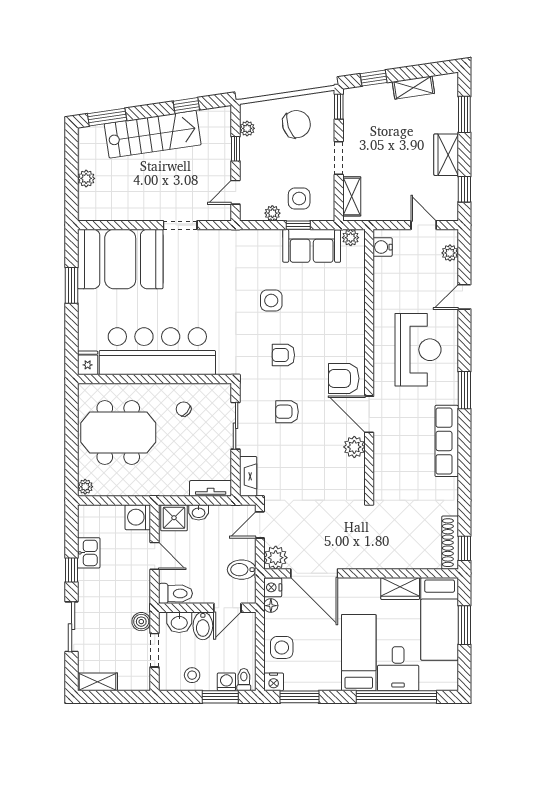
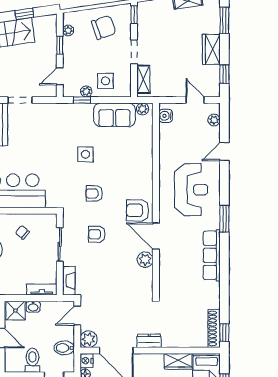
window: (298, 225) -> (82, 100), moved
dresser: (360, 560) -> (149, 341), added
toilet: (175, 593) -> (32, 360), moved, turned -90

